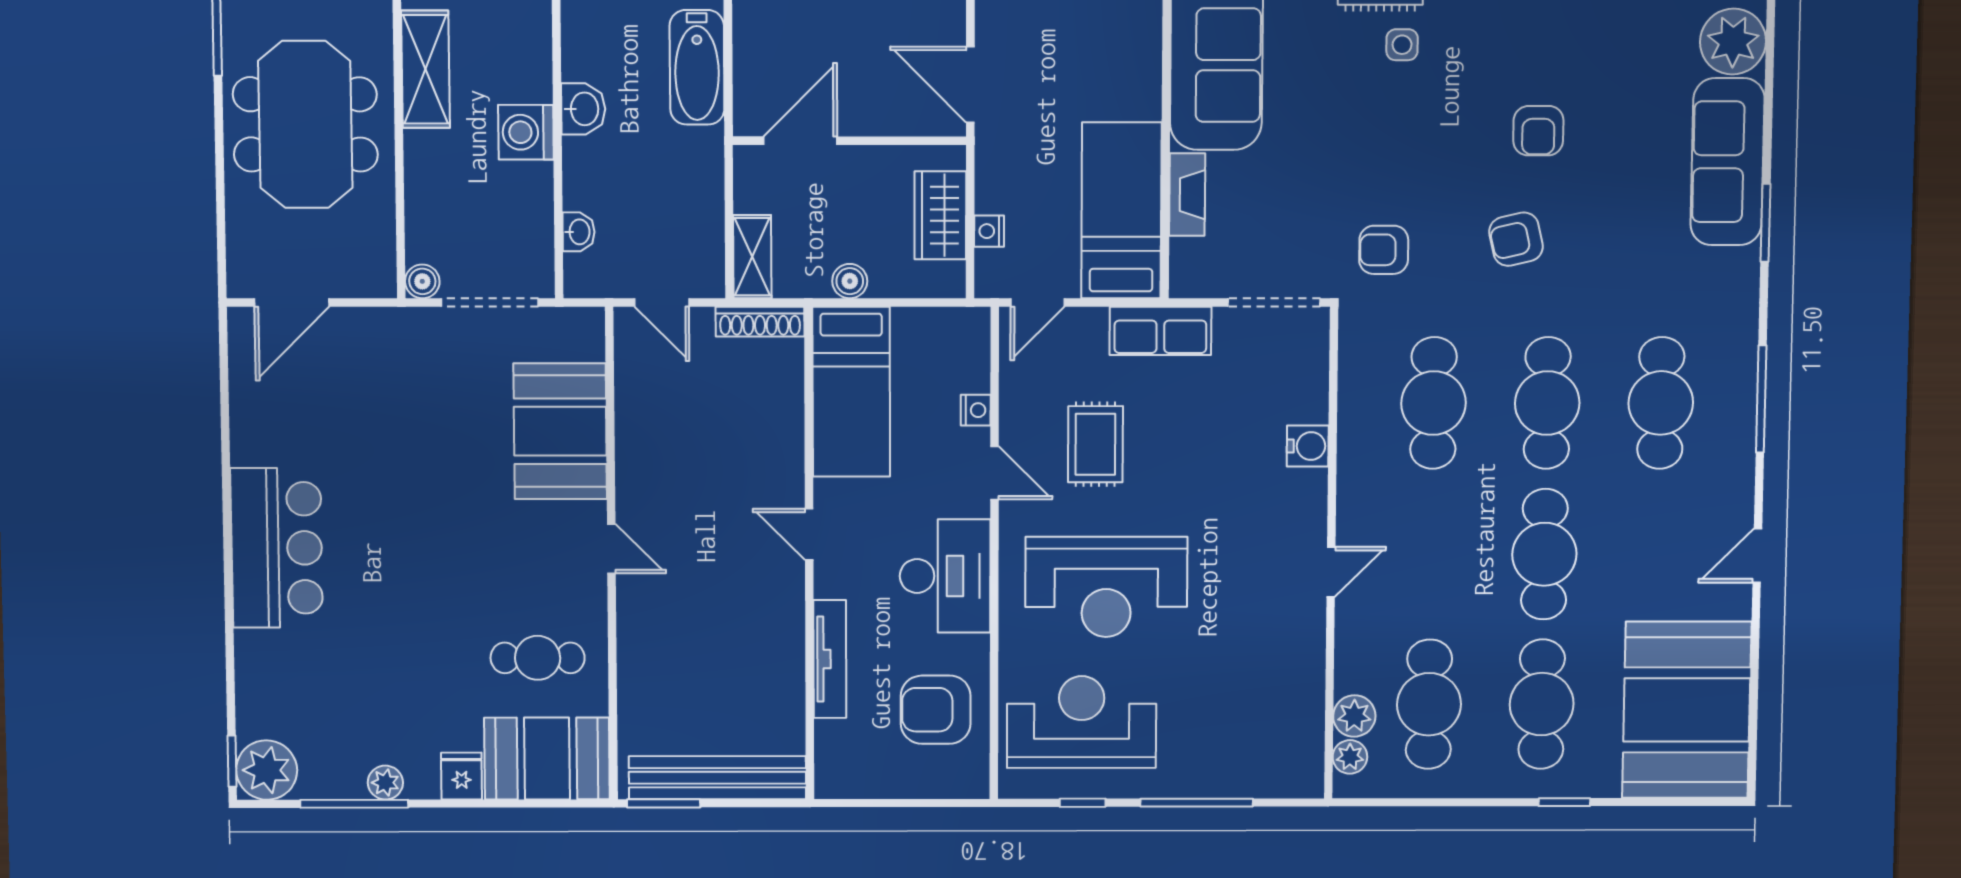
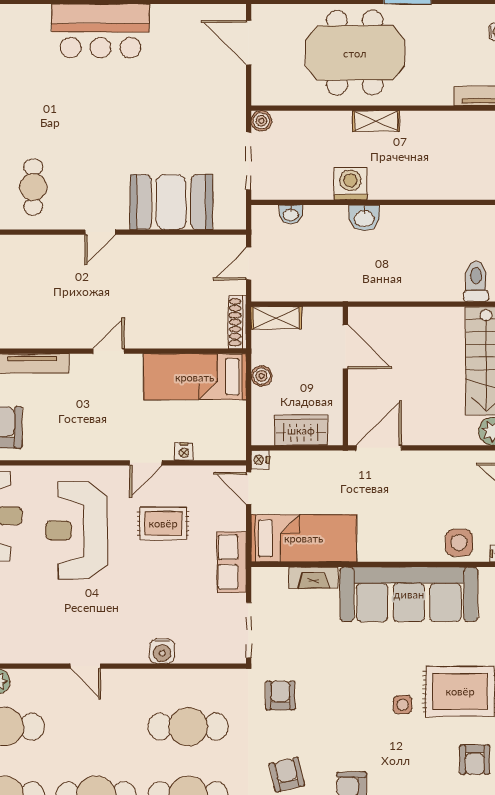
bathtub: (697, 67) -> (389, 286), removed
shelving: (426, 69) -> (376, 121), width x0.67, depth x0.75
nightstand: (989, 231) -> (260, 460), moved, turned -90
desk: (945, 576) -> (83, 433), removed

